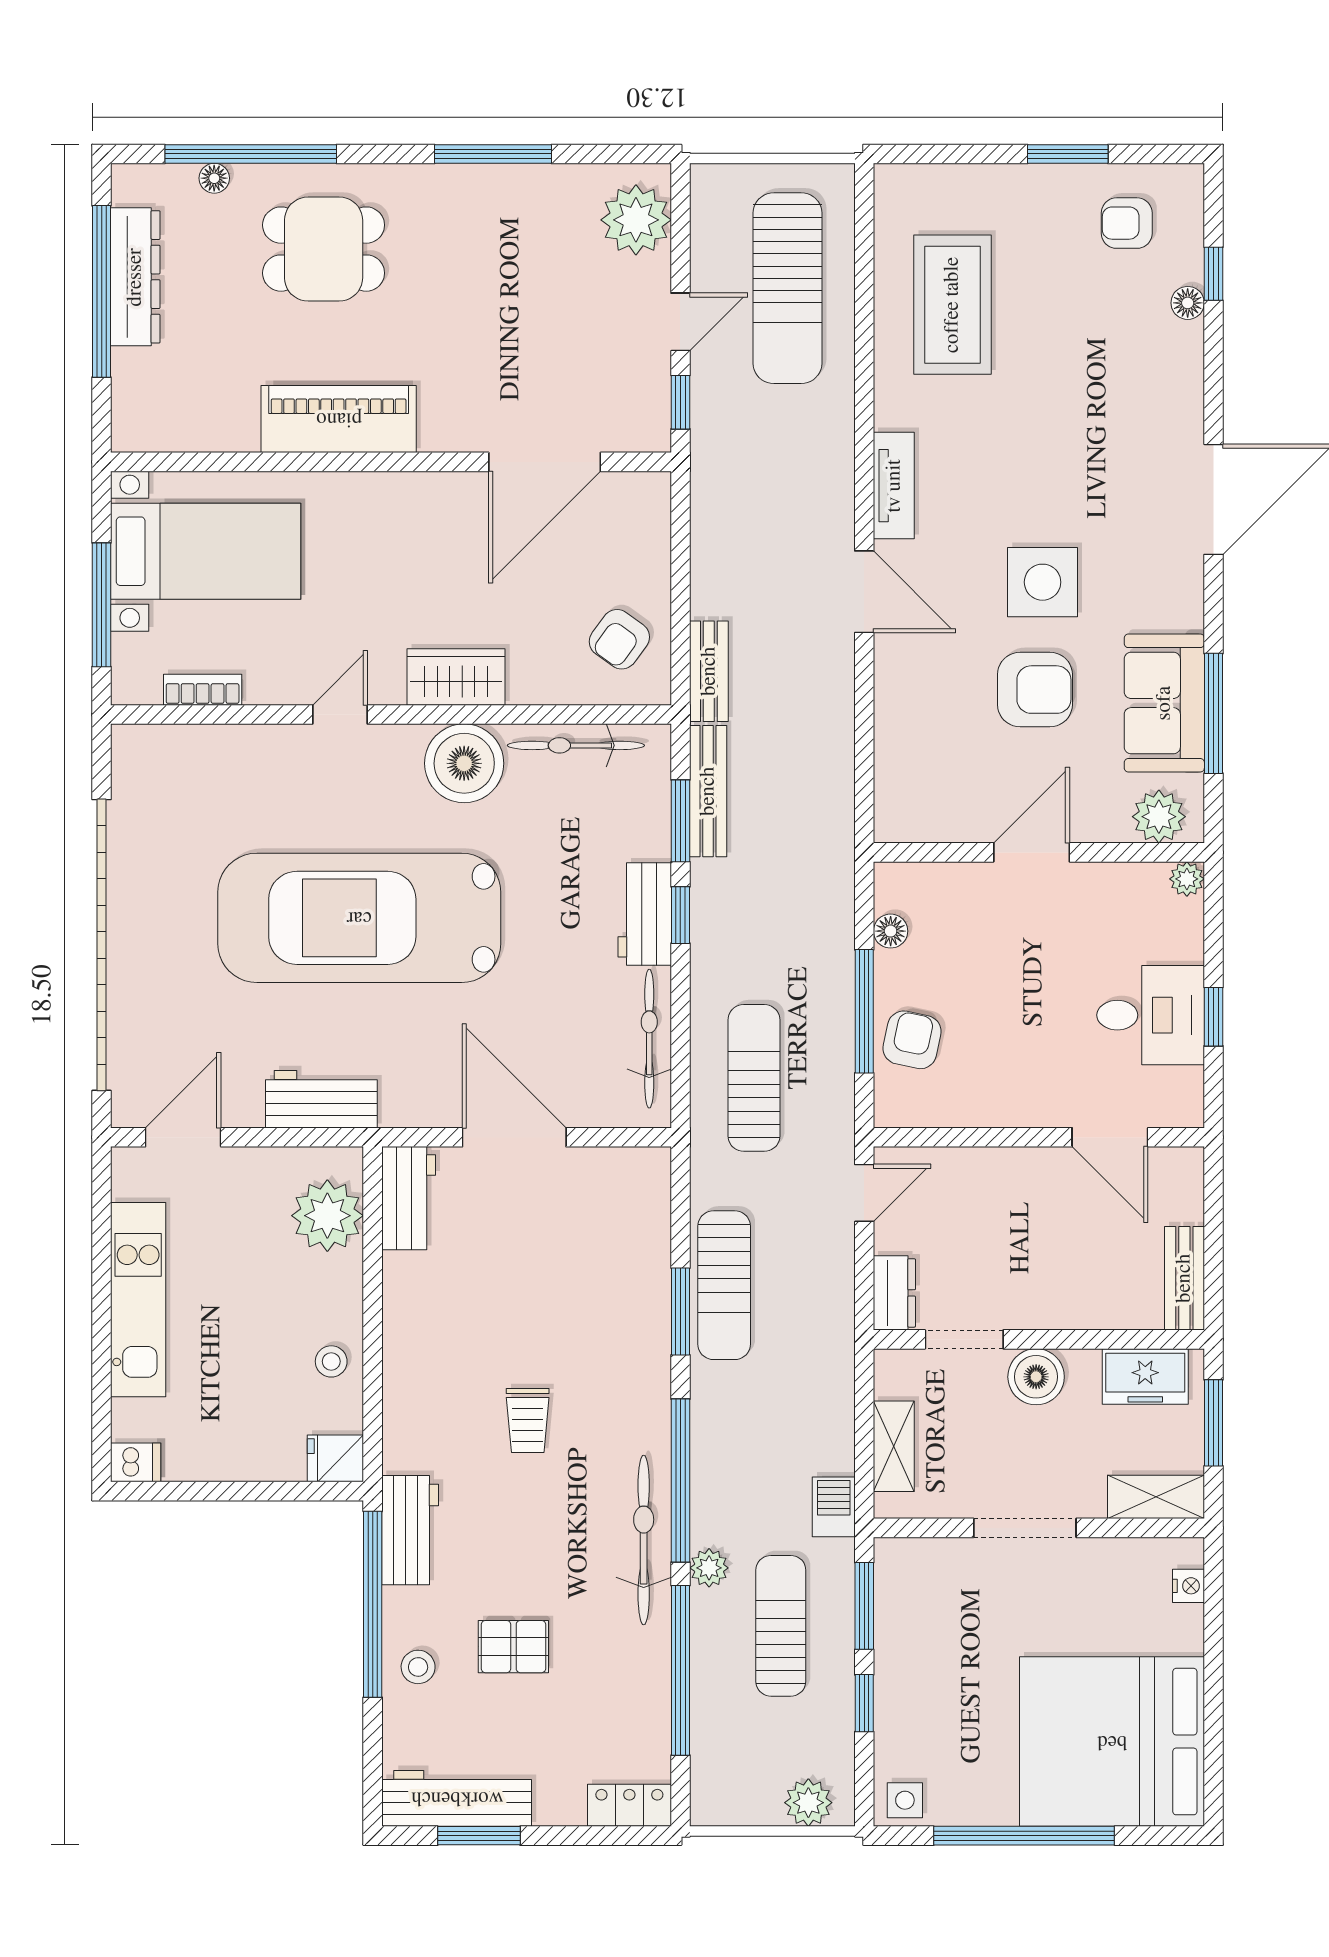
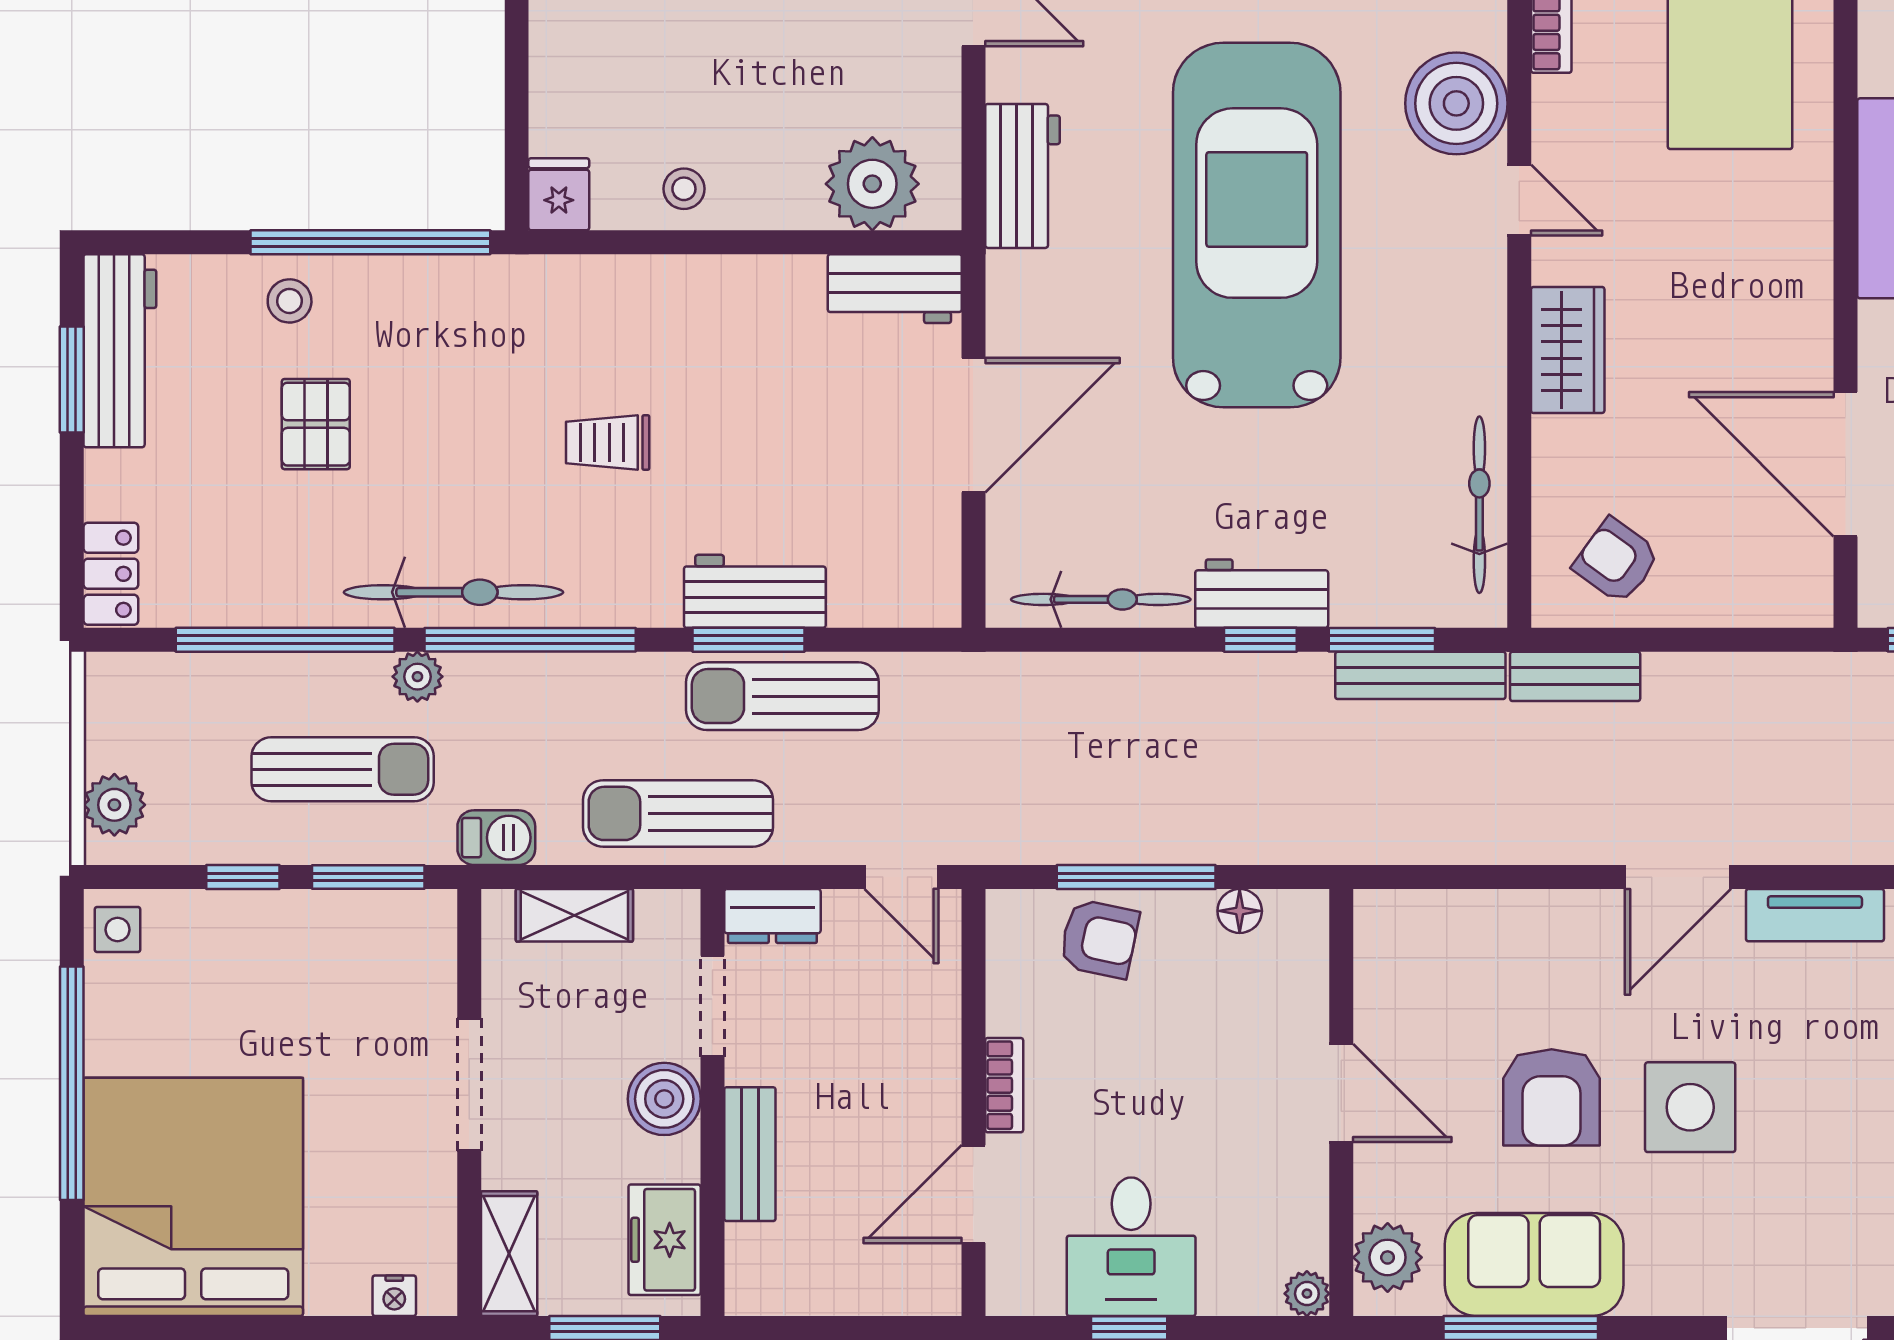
boiler: (464, 763) -> (1456, 103), moved
sun lounger: (754, 1078) -> (678, 813), moved, turned 180
bookcase: (1025, 1113) -> (1004, 1085), added
bench: (1184, 1278) -> (750, 1154), moved, turned 90
workbench: (410, 1530) -> (755, 591), moved, turned 180

